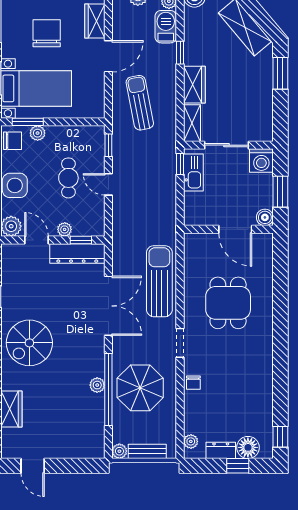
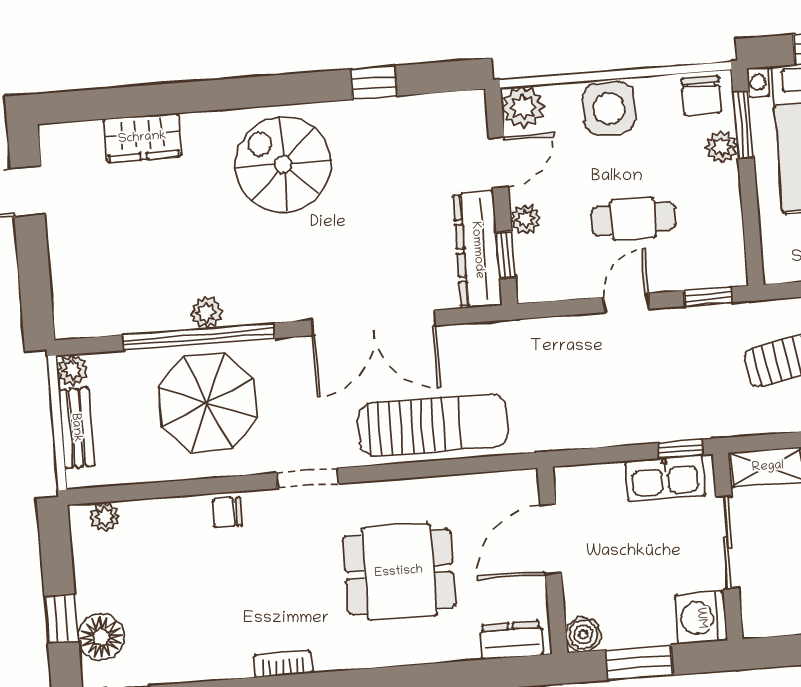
door: (235, 229) -> (551, 539), moved
bookcase: (268, 362) -> (283, 664), added
dresser: (221, 450) -> (512, 640), moved, turned -90

